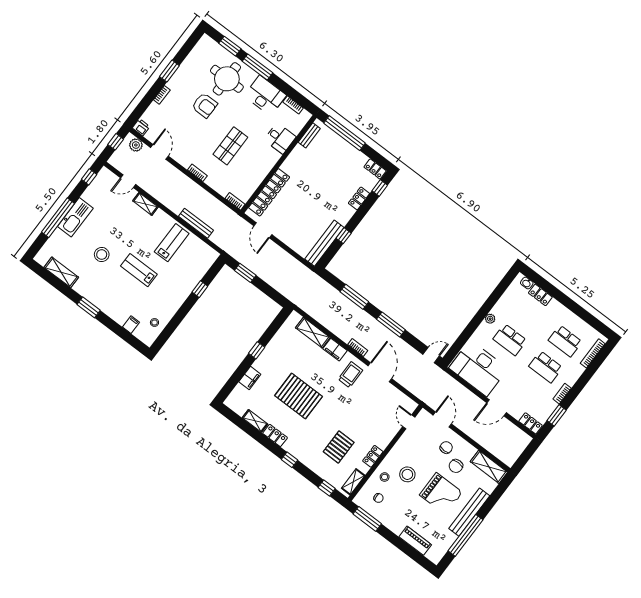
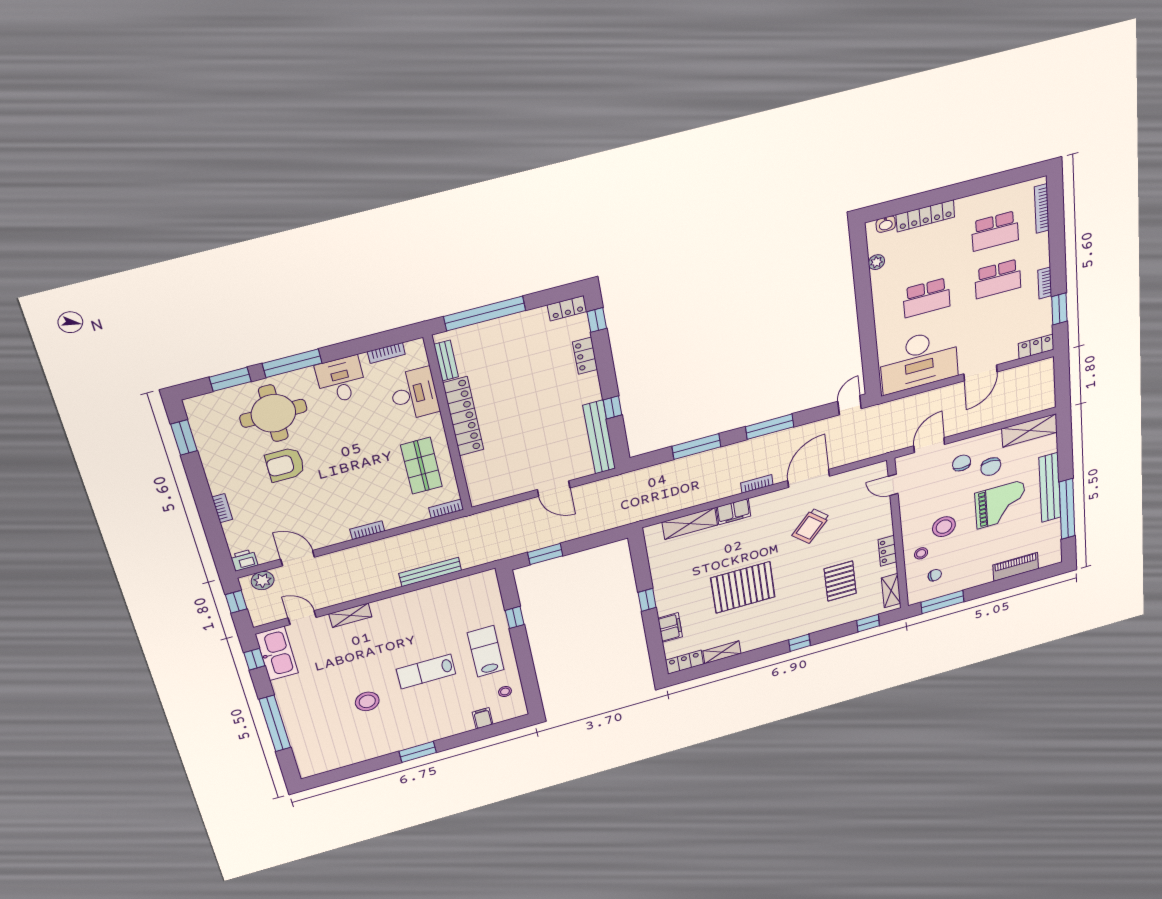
window: (169, 71) -> (184, 437), moved
desk: (265, 96) -> (341, 380), width x0.73
armchair: (205, 105) -> (285, 465), turned 180
desk: (280, 138) -> (414, 394), width x1.37
shop shelf: (230, 146) -> (421, 466), moved
door: (128, 181) -> (302, 618), swing flipped
locker: (269, 192) -> (463, 416), moved
kitchen sink: (75, 217) -> (277, 654), moved
door: (263, 230) -> (554, 489), moved
lab bench: (172, 243) -> (486, 651), moved
shelving: (61, 272) -> (347, 758), removed
locker: (540, 295) -> (925, 216), width x1.53
plant: (490, 319) -> (876, 262), moved
door: (380, 372) -> (809, 478), hinge flipped
trolley: (350, 375) -> (811, 526), moved, turned -137
door: (442, 420) -> (929, 445), hinge flipped
locker: (275, 435) -> (684, 662), moved

